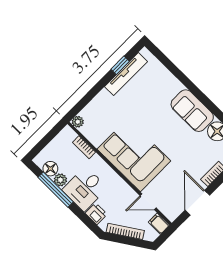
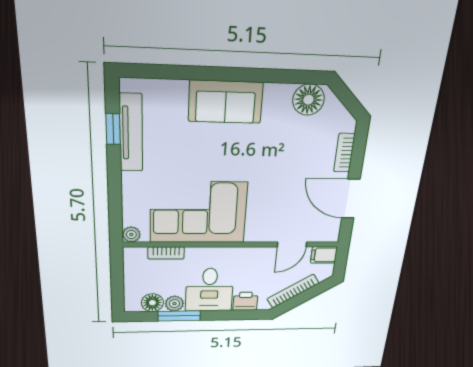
sofa: (192, 111) -> (226, 102), moved
corner sofa: (134, 155) -> (198, 213), moved
window: (56, 190) -> (179, 316), width x0.69

